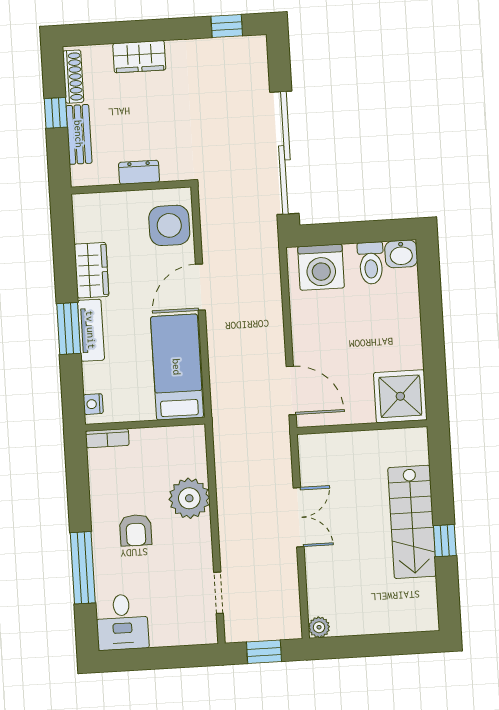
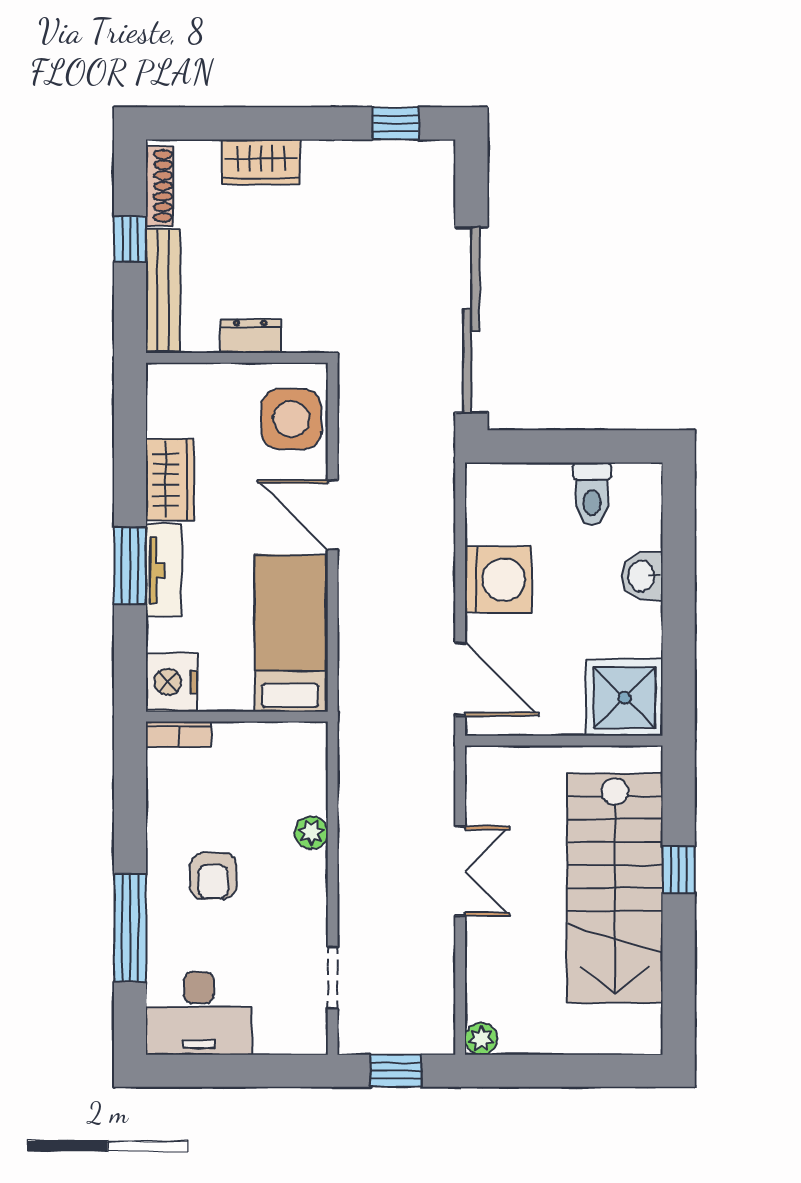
bench: (79, 134) -> (163, 290), width x1.36
washbasin: (401, 254) -> (642, 576), moved, turned 90
washing machine: (321, 267) -> (498, 579), moved, turned -90
door: (200, 287) -> (333, 515), hinge flipped
nightstand: (93, 404) -> (172, 682), width x1.89, depth x1.79
plant: (189, 498) -> (311, 833), width x0.53, depth x0.53
stairs: (412, 522) -> (615, 888), width x1.36, depth x1.51
window: (445, 541) -> (679, 870), moved
desk: (122, 622) -> (199, 1013), width x1.37

